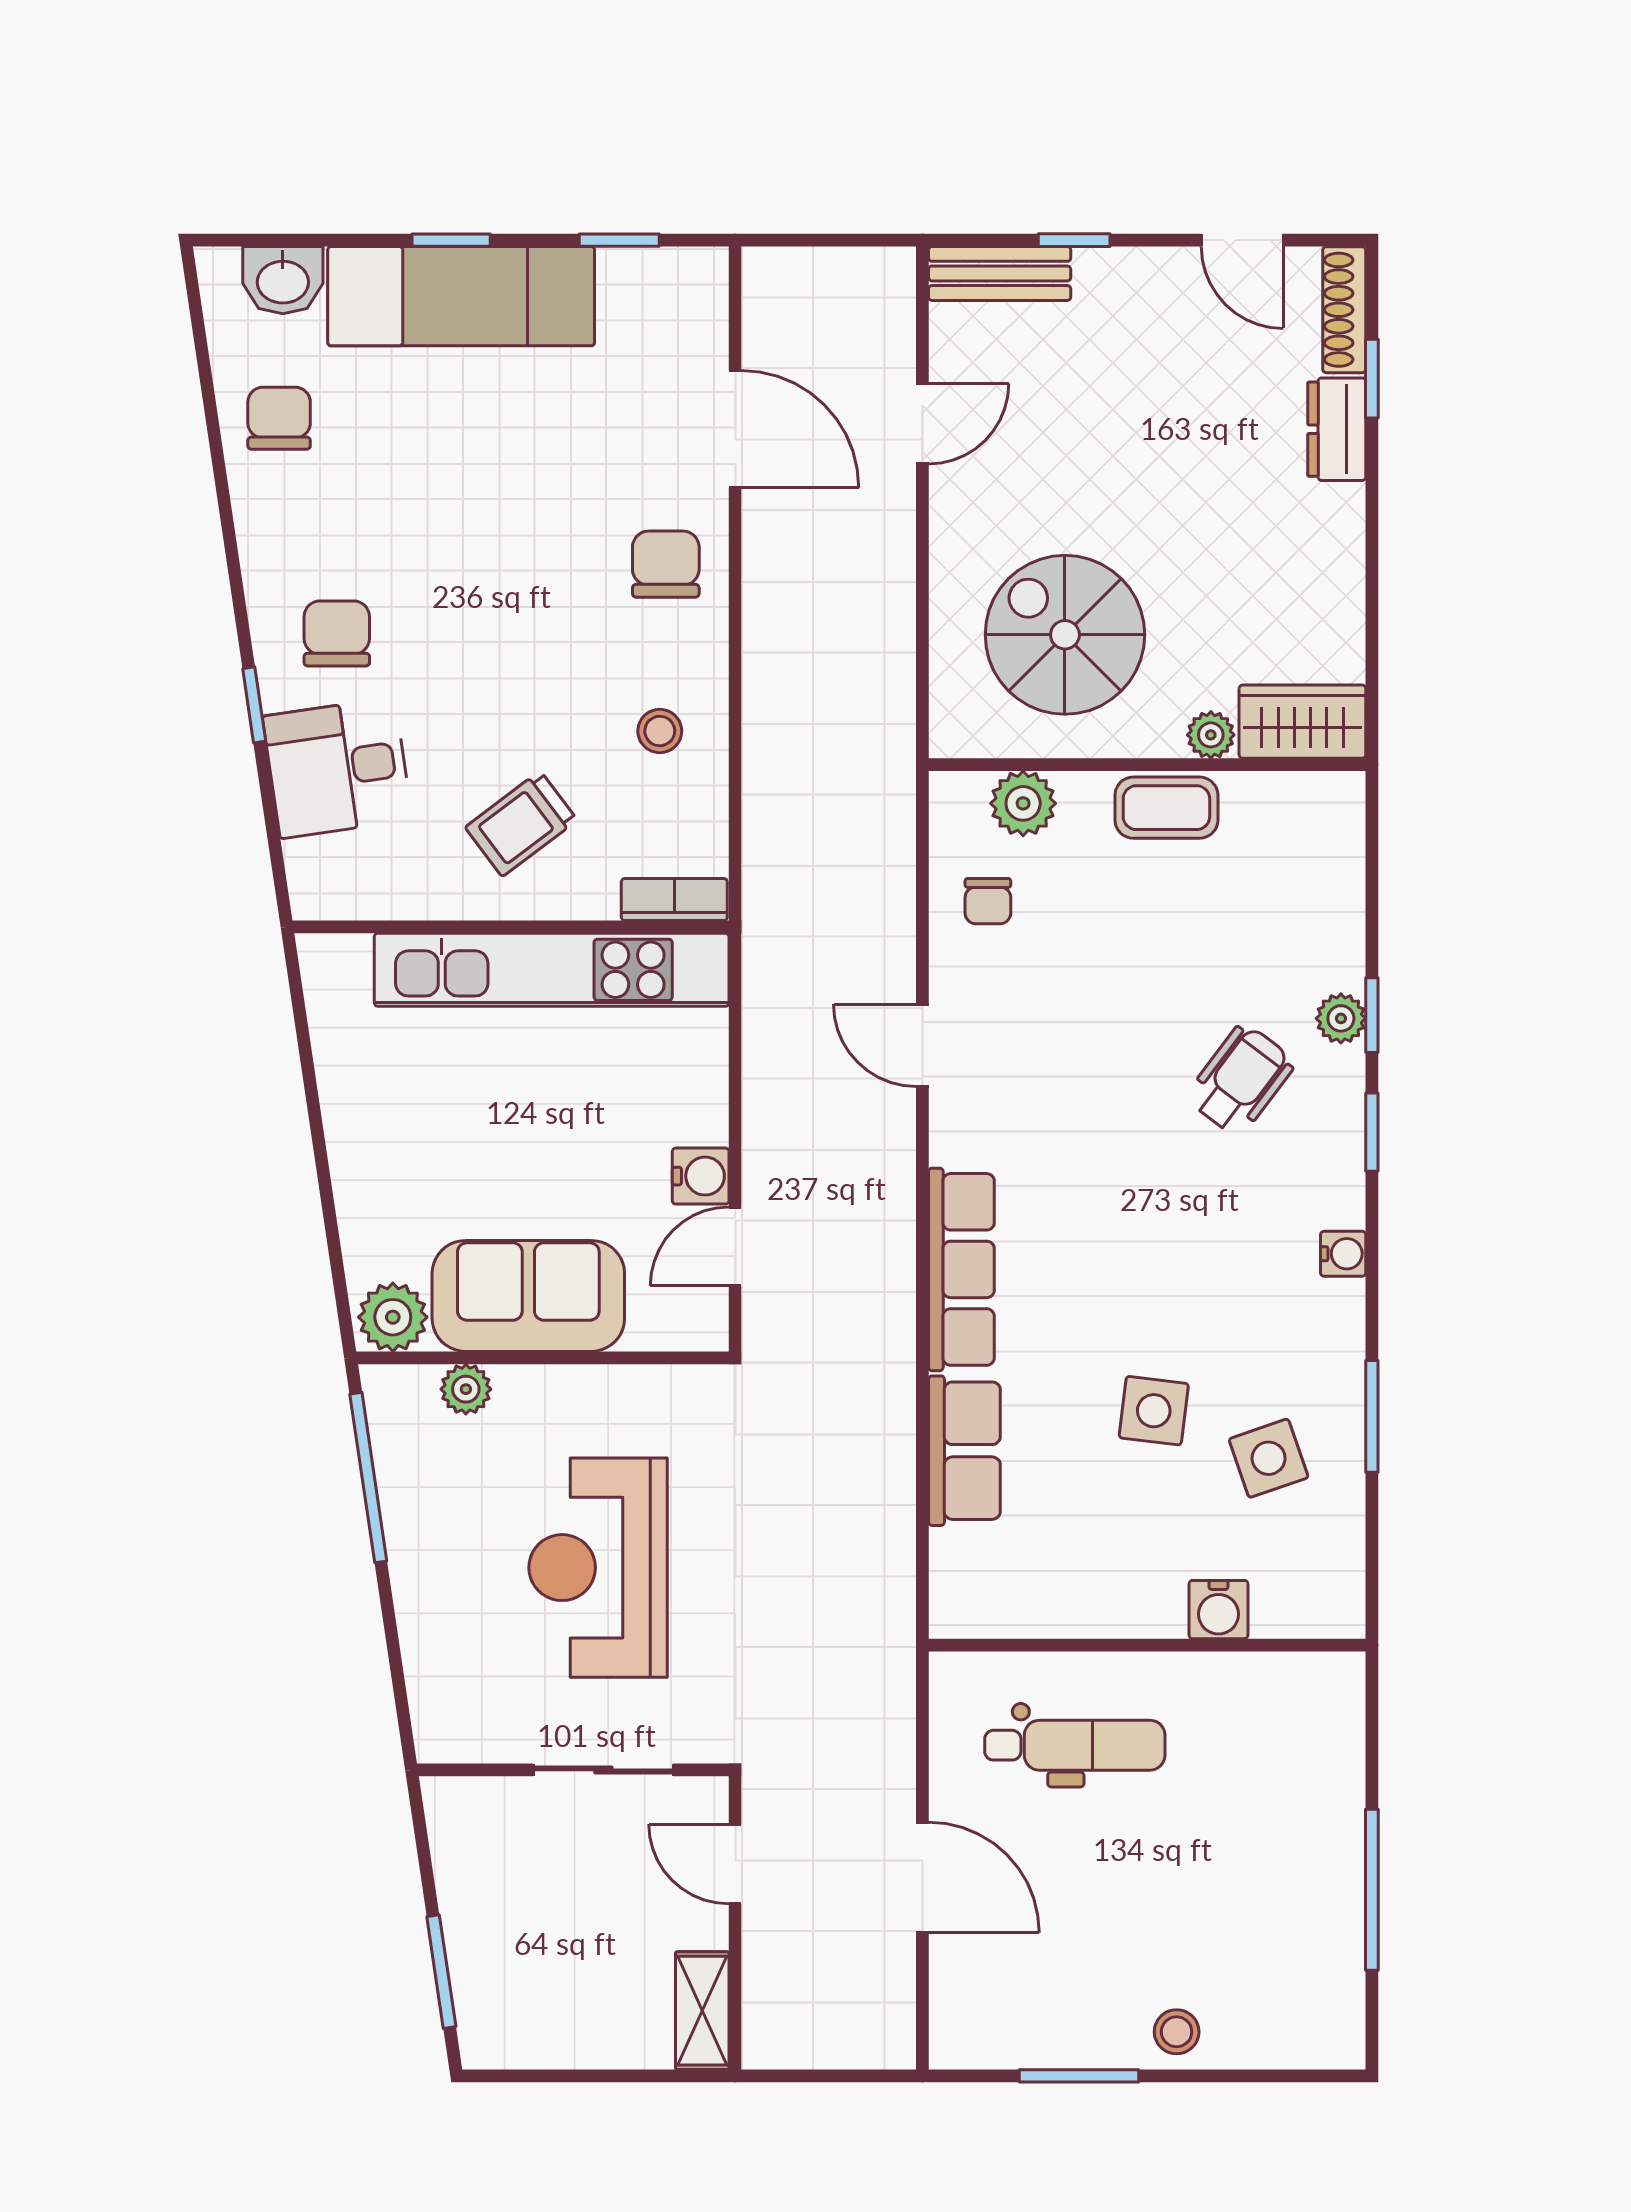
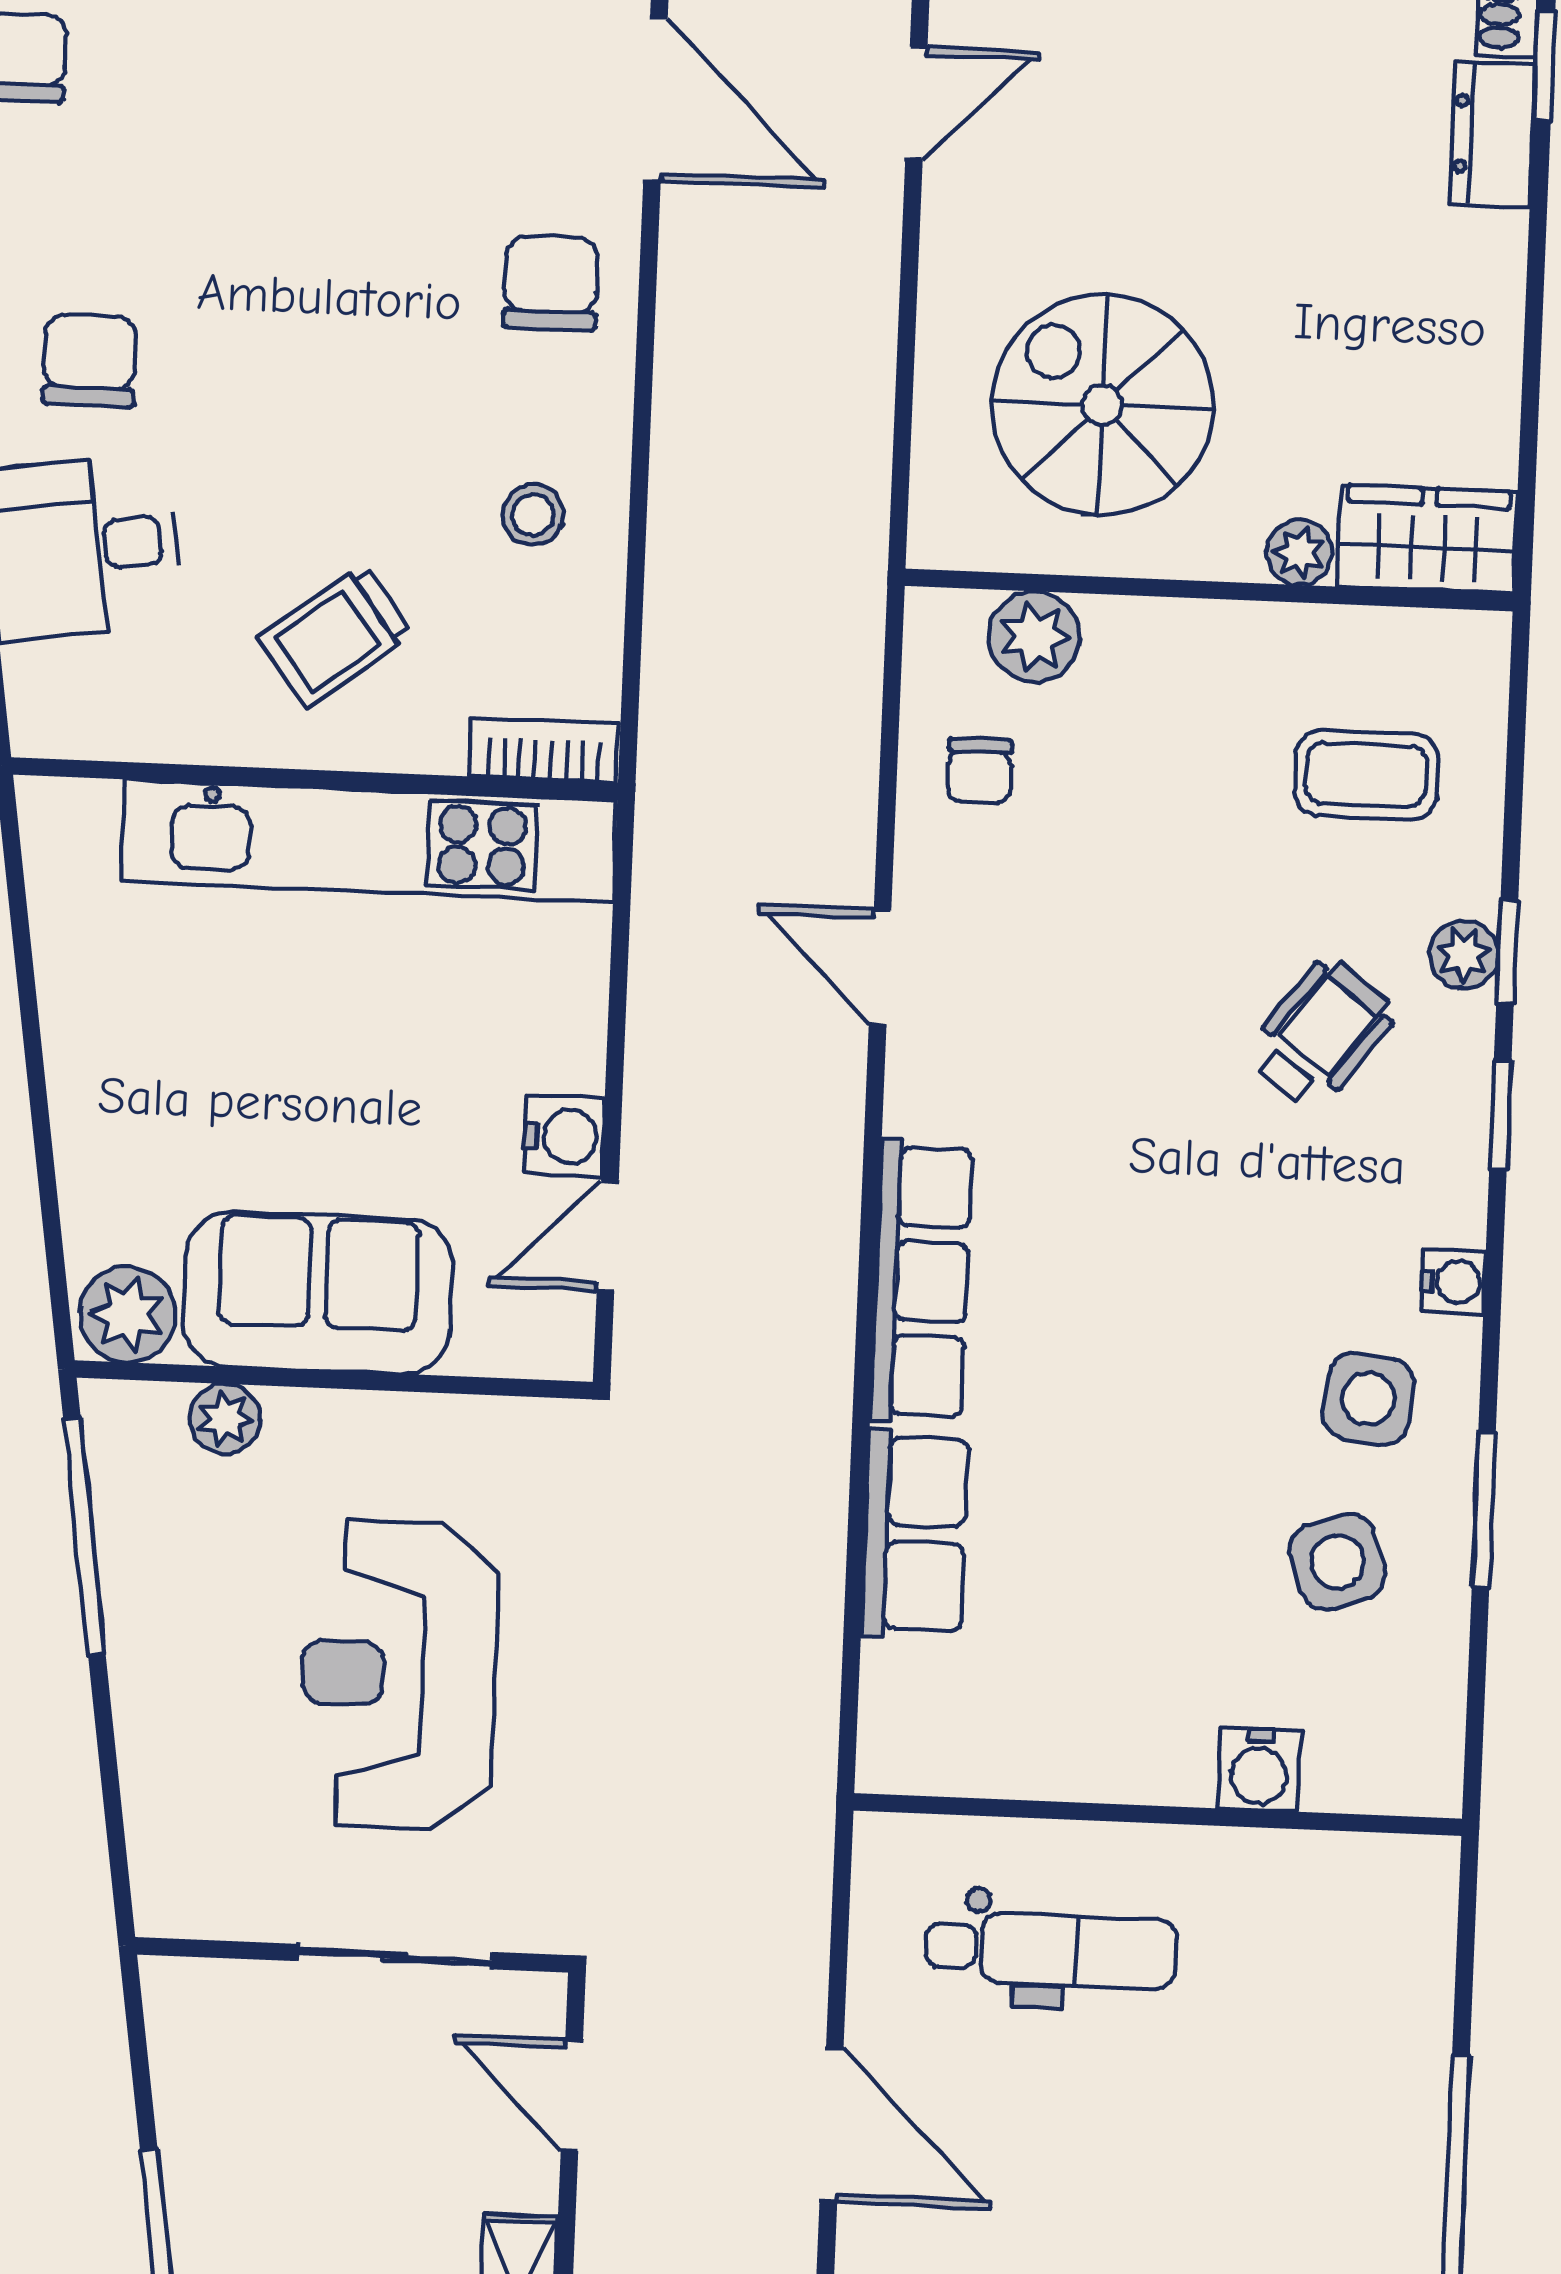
coffee table: (1166, 808) -> (1366, 775), moved
side table: (1154, 1411) -> (1368, 1399), moved

